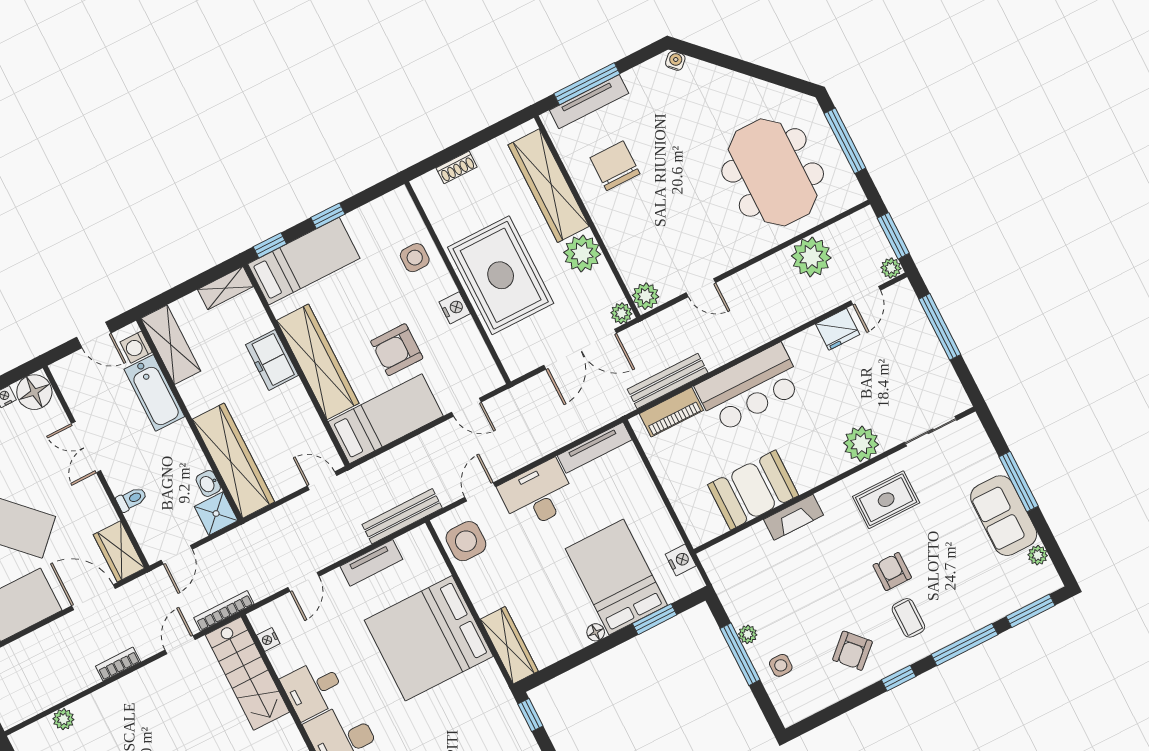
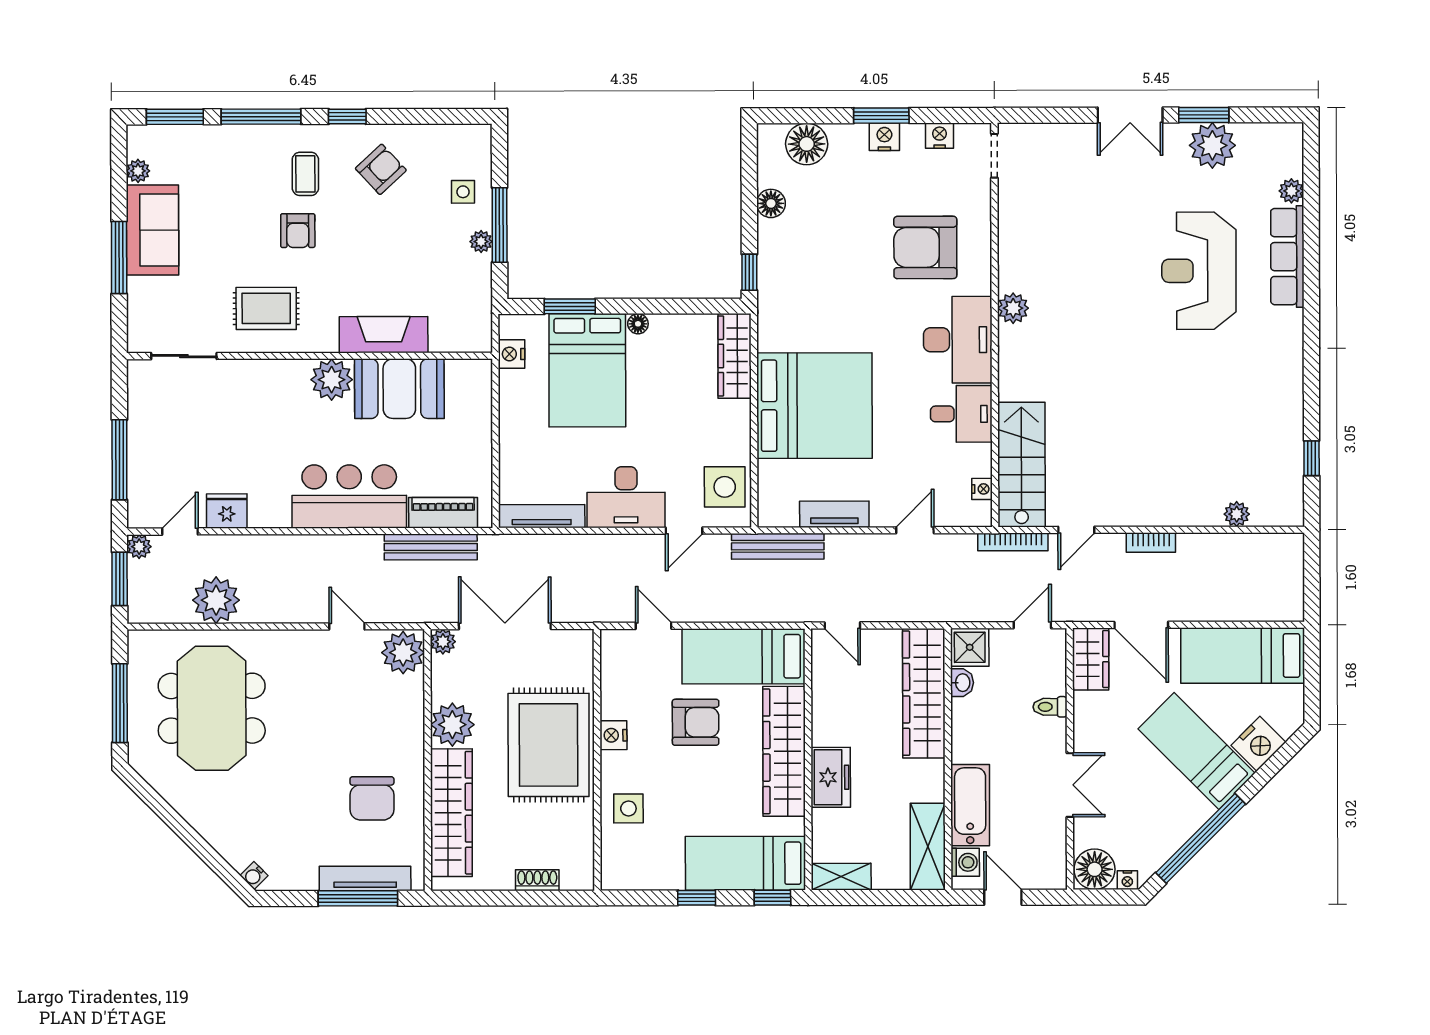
plant: (646, 296) -> (403, 653), width x1.36, depth x1.36
plant: (861, 444) -> (332, 380), moved
fireplace: (794, 517) -> (384, 335), width x1.37, depth x1.32

